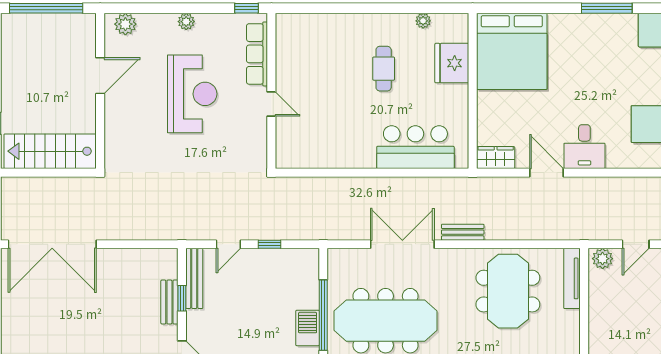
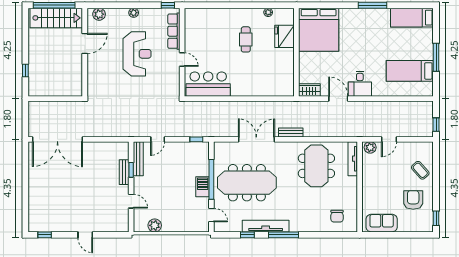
bar counter: (415, 147) -> (208, 84), moved
stairs: (50, 151) -> (56, 18), moved, turned 180
window: (270, 244) -> (196, 139), moved

